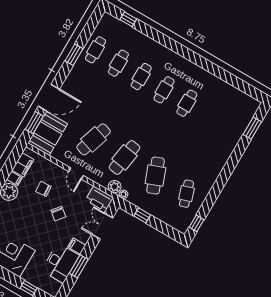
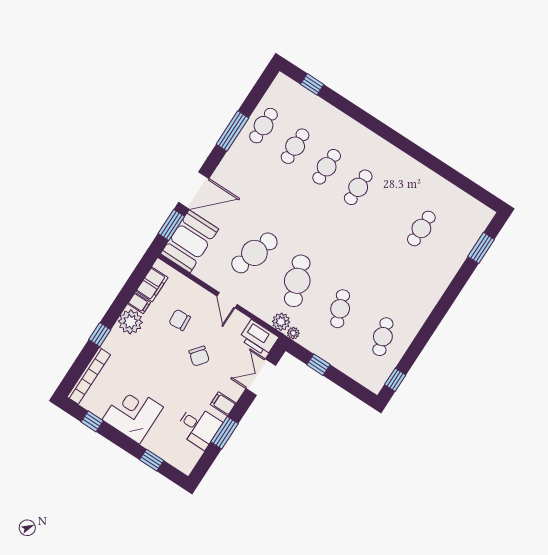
window: (74, 55) -> (232, 131), width x1.44
cafe table: (187, 103) -> (421, 228), moved
cafe table: (125, 157) -> (297, 281), turned -30
cafe table: (155, 176) -> (340, 309), width x0.73, depth x0.74
desk: (60, 263) -> (199, 427), width x0.73

